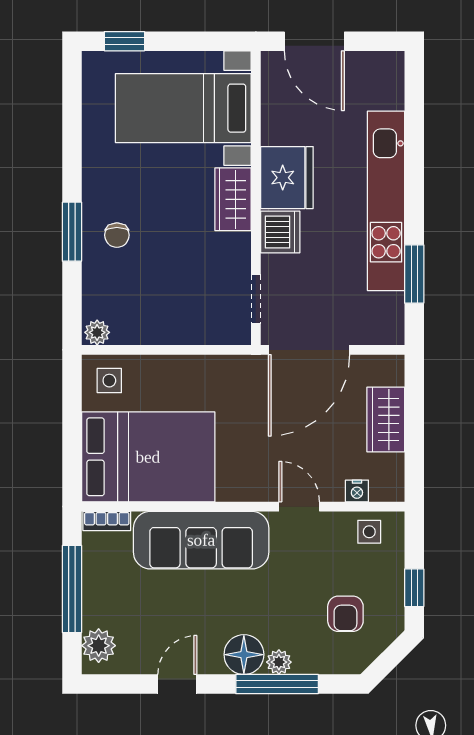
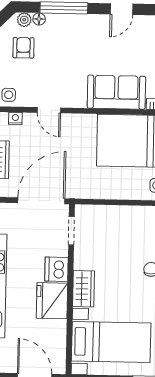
sofa: (201, 540) -> (116, 92), width x0.73
floor lamp: (244, 655) -> (39, 19), moved, width x0.53, depth x0.53
plant: (279, 662) -> (24, 20), moved

